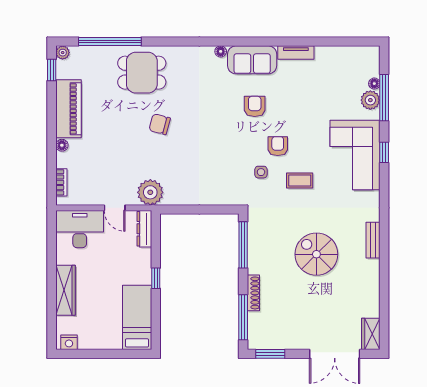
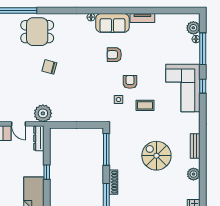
plant: (370, 100) -> (193, 28), moved
armchair: (255, 106) -> (114, 55), turned -90
plant: (371, 281) -> (193, 174), added

